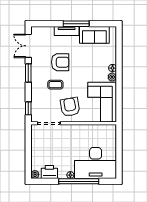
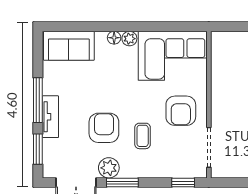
window: (48, 24) -> (38, 149), added
sofa: (94, 35) -> (69, 46), moved, turned 90
plant: (37, 65) -> (109, 168), added
armchair: (70, 107) -> (181, 111), turned -80

